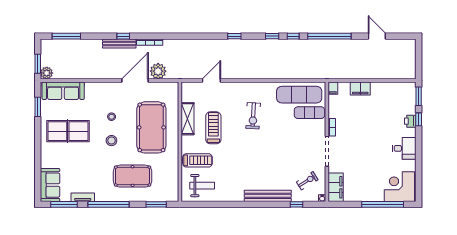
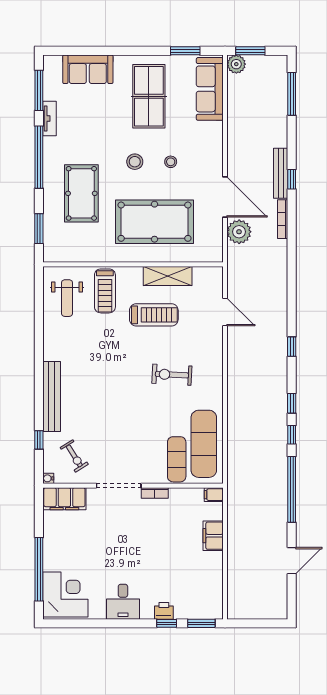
sofa: (50, 185) -> (88, 69), moved

